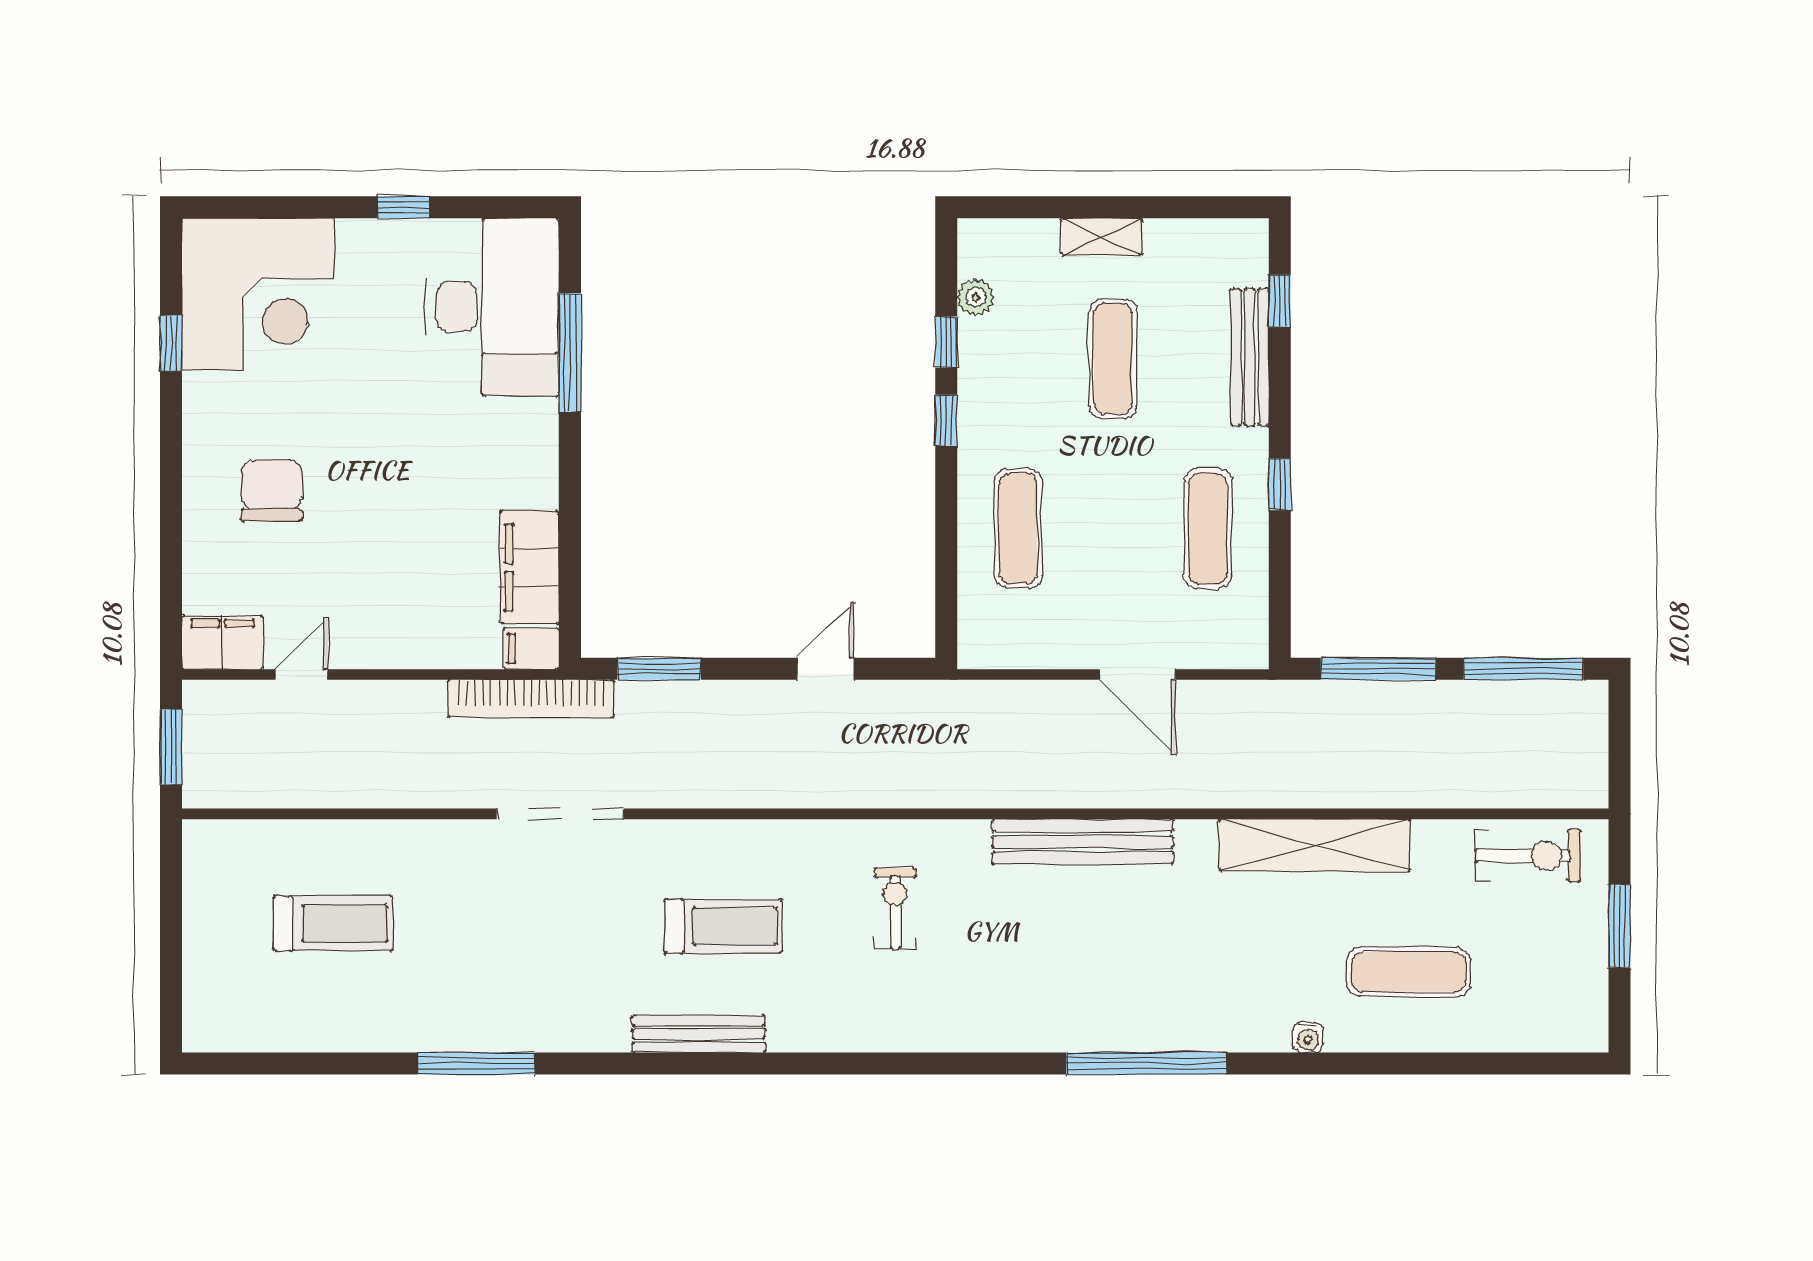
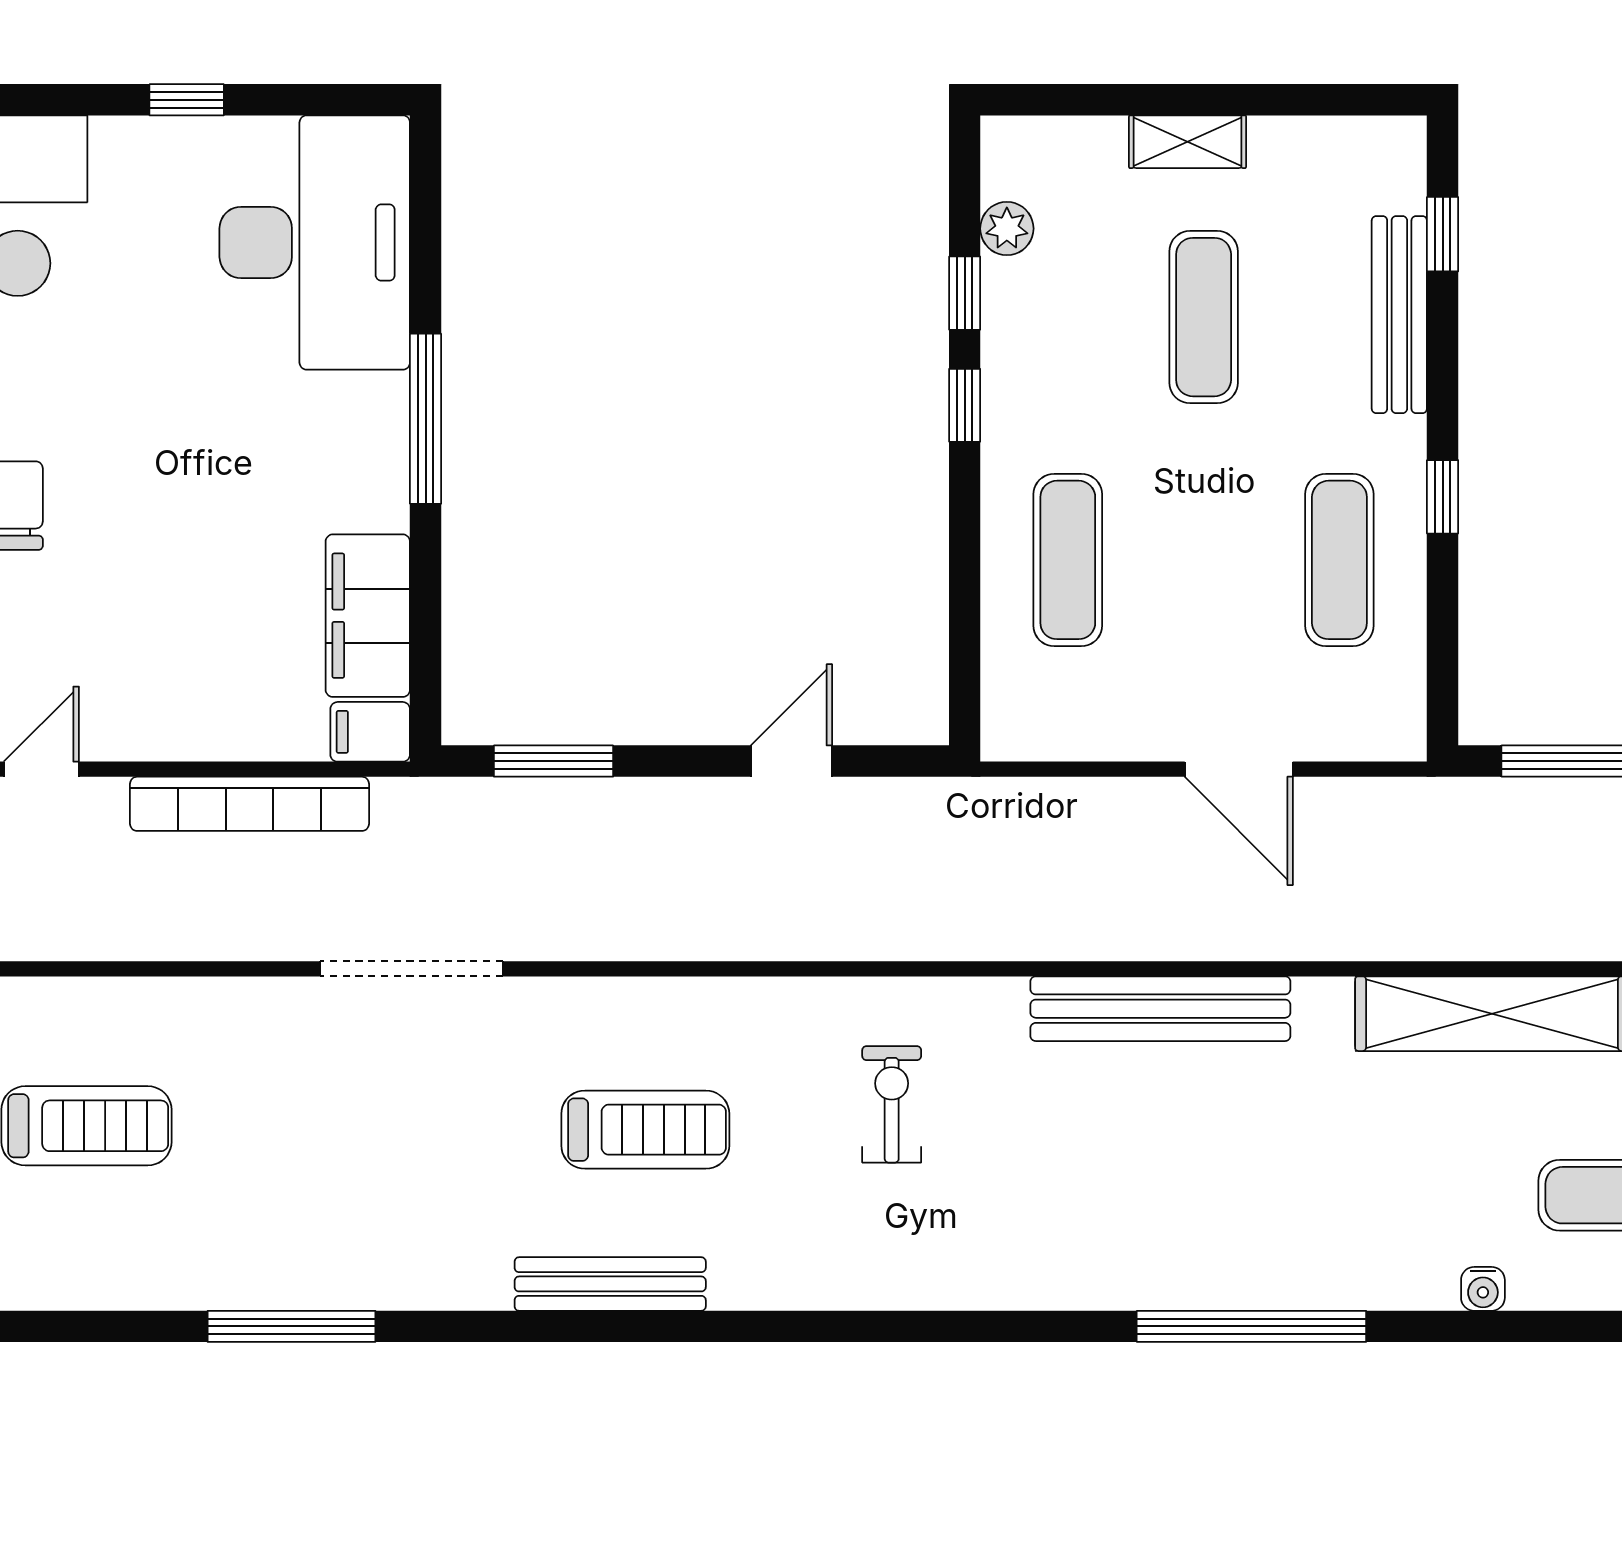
window: (570, 353) -> (426, 419), moved
bookcase: (531, 699) -> (250, 804), moved

